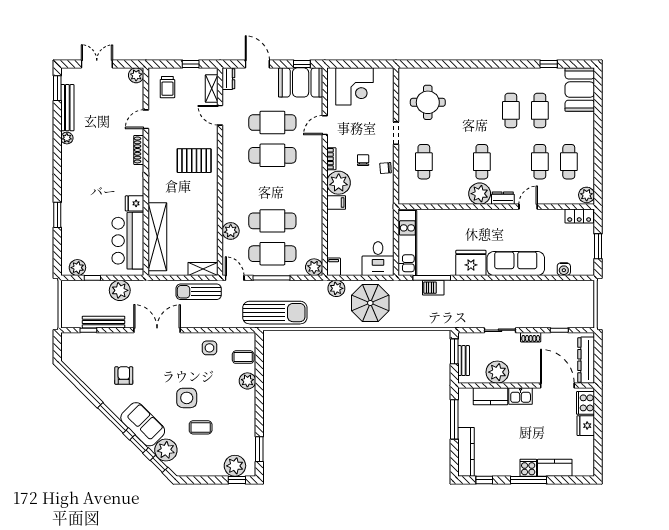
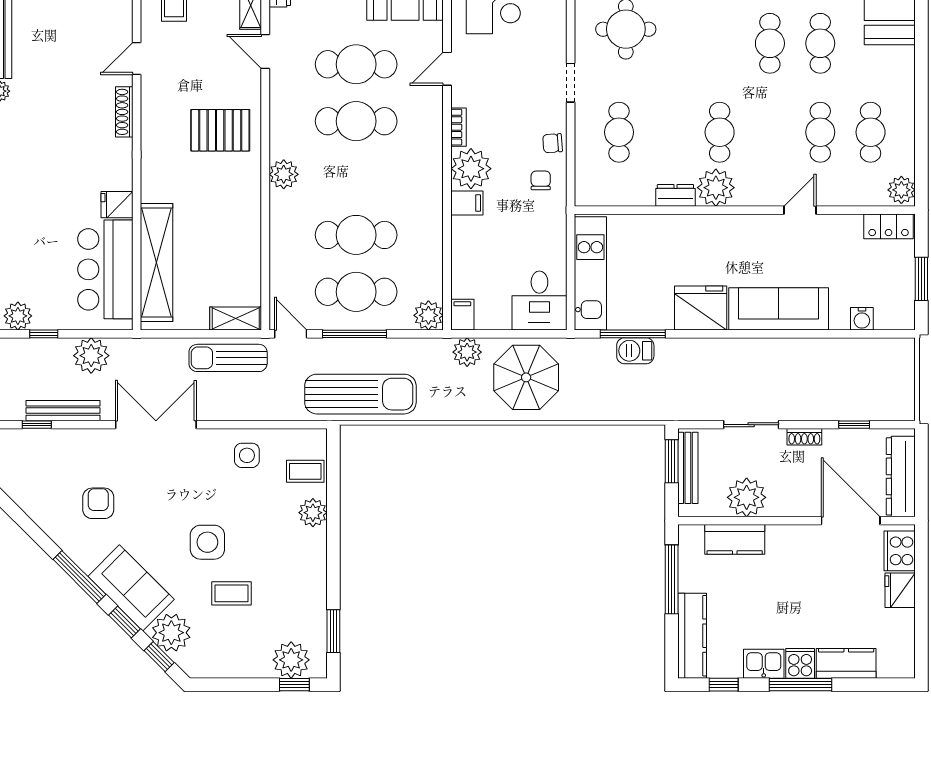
chair: (363, 160) -> (541, 180), moved
dresser: (503, 198) -> (675, 195), moved
plant: (231, 231) -> (284, 174), moved
bench: (464, 361) -> (688, 468), width x1.36
kitchen sink: (521, 396) -> (764, 664), moved, turned 180

